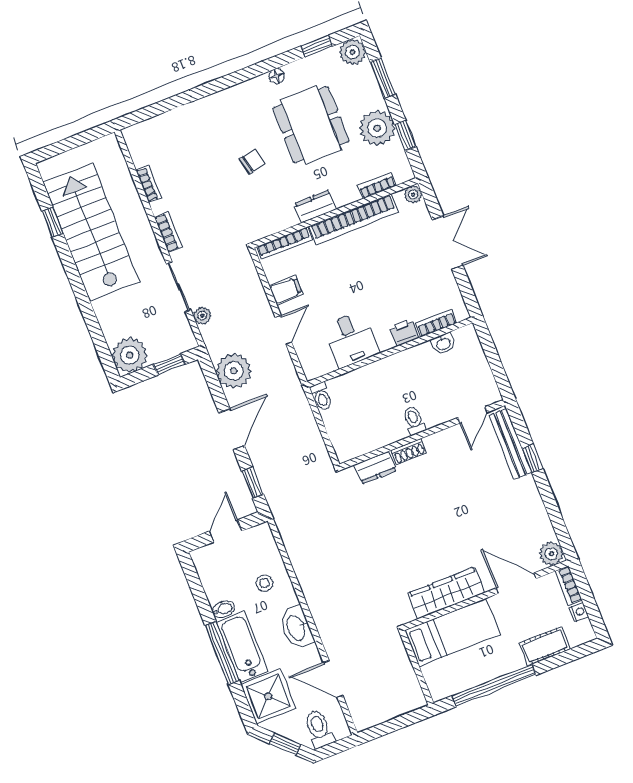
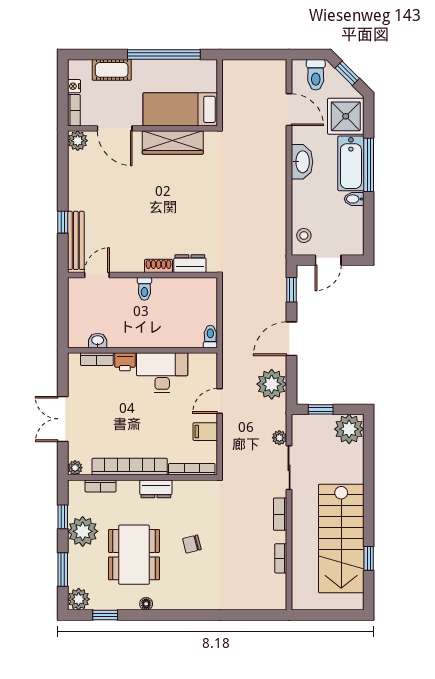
desk: (351, 339) -> (162, 373), width x1.37
stool: (264, 583) -> (304, 235), moved

